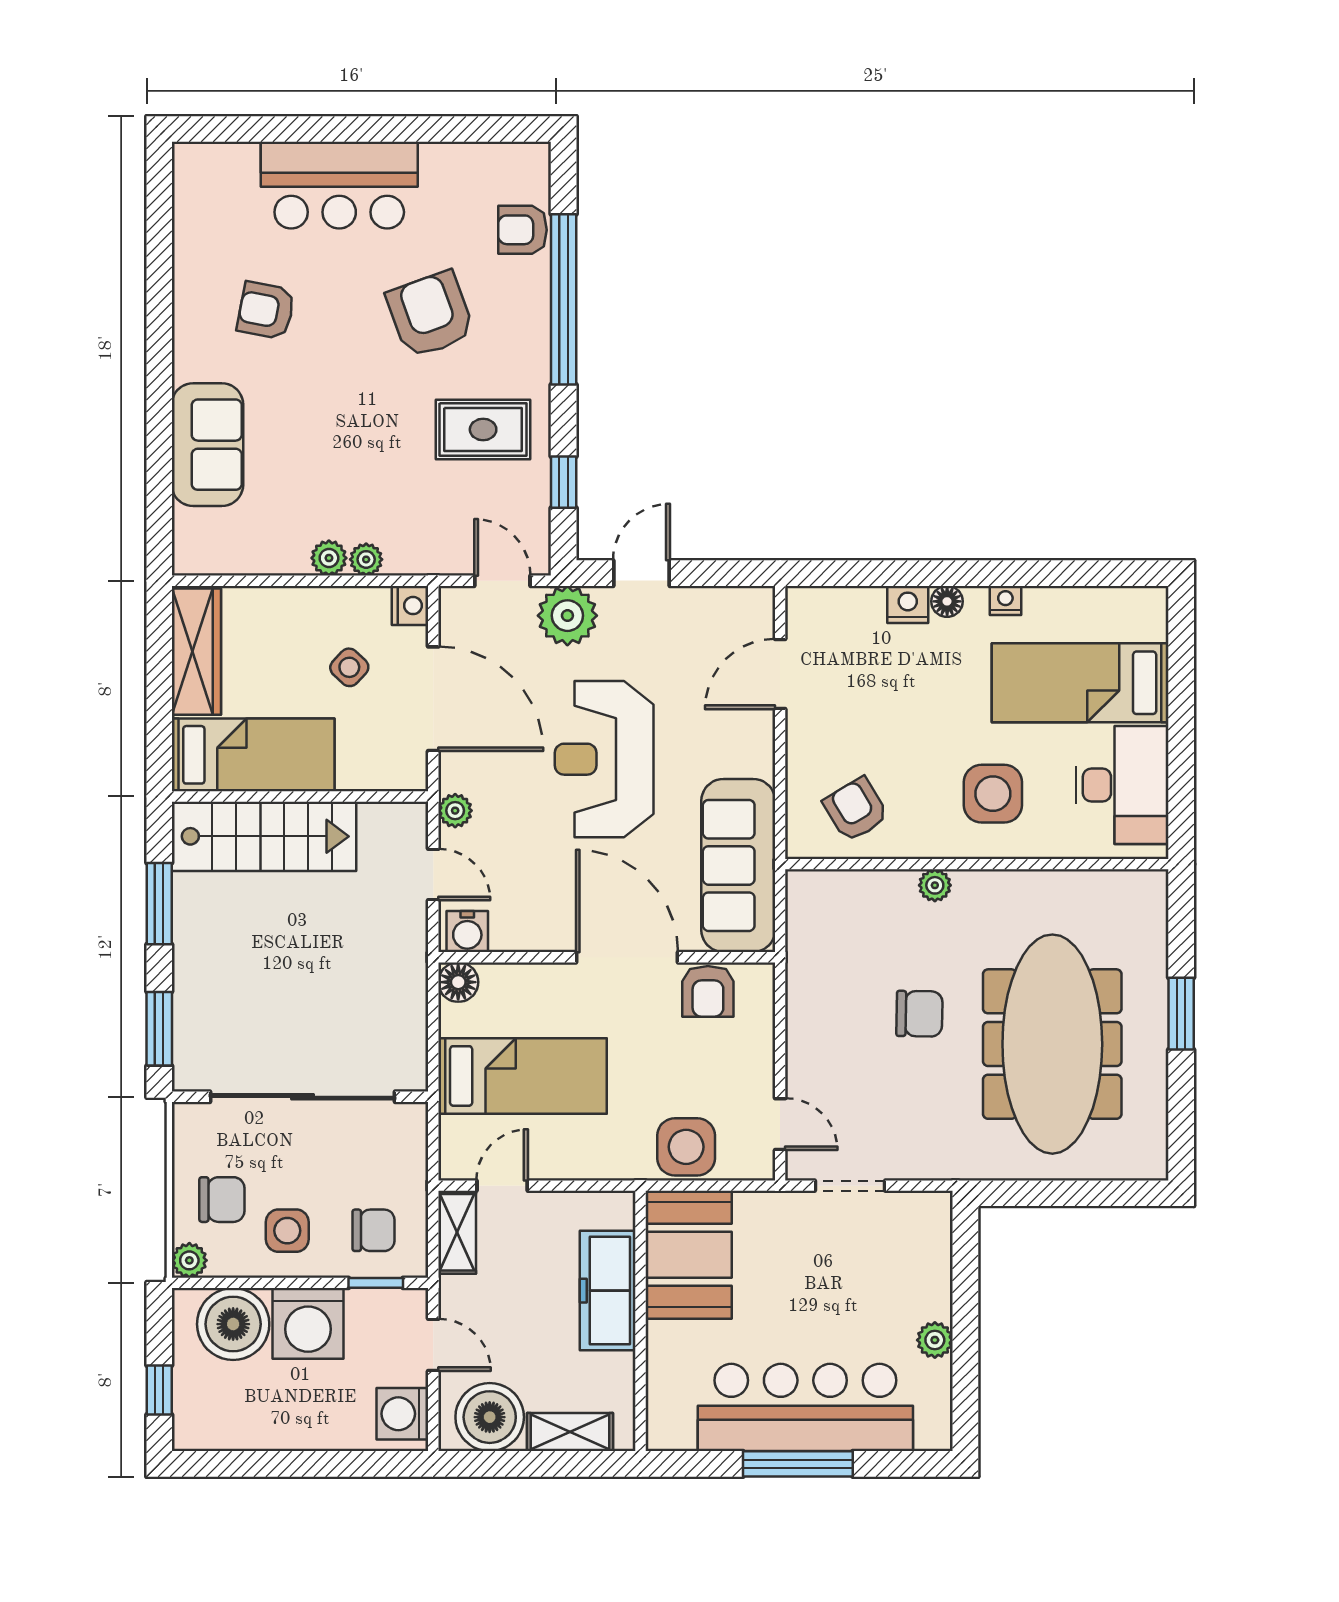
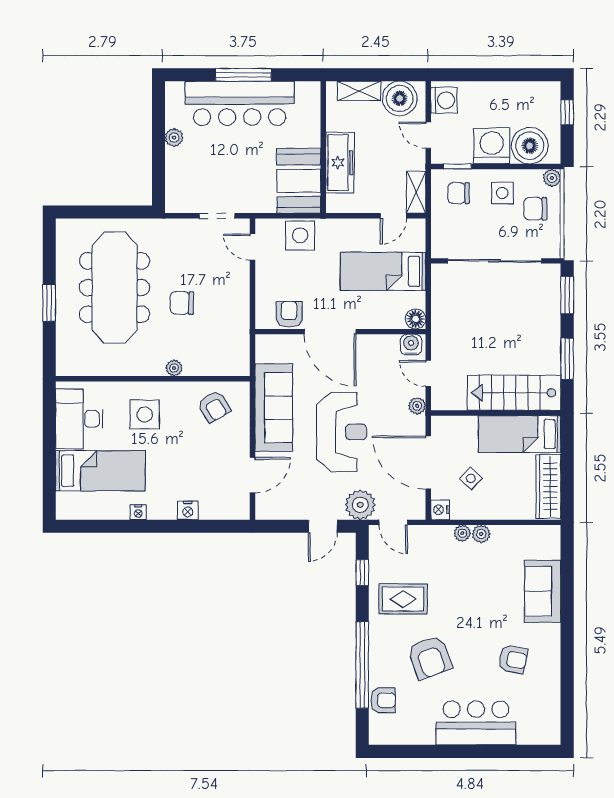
floor lamp: (947, 601) -> (168, 512), removed
sofa: (738, 865) -> (274, 408), moved

